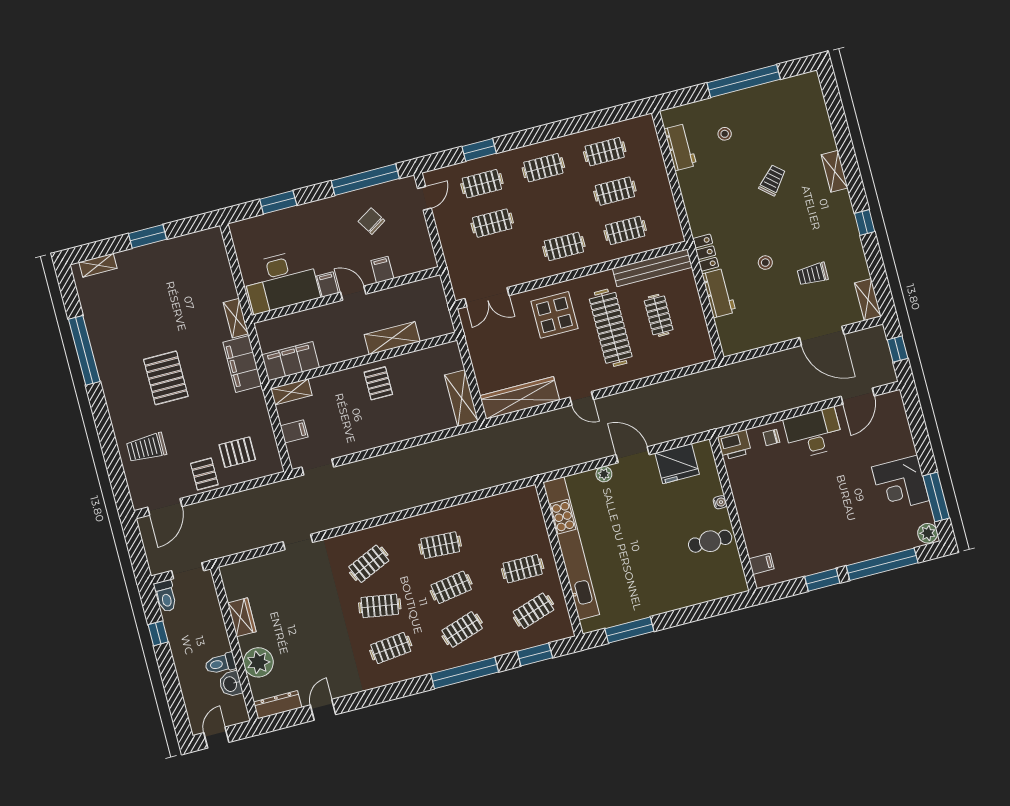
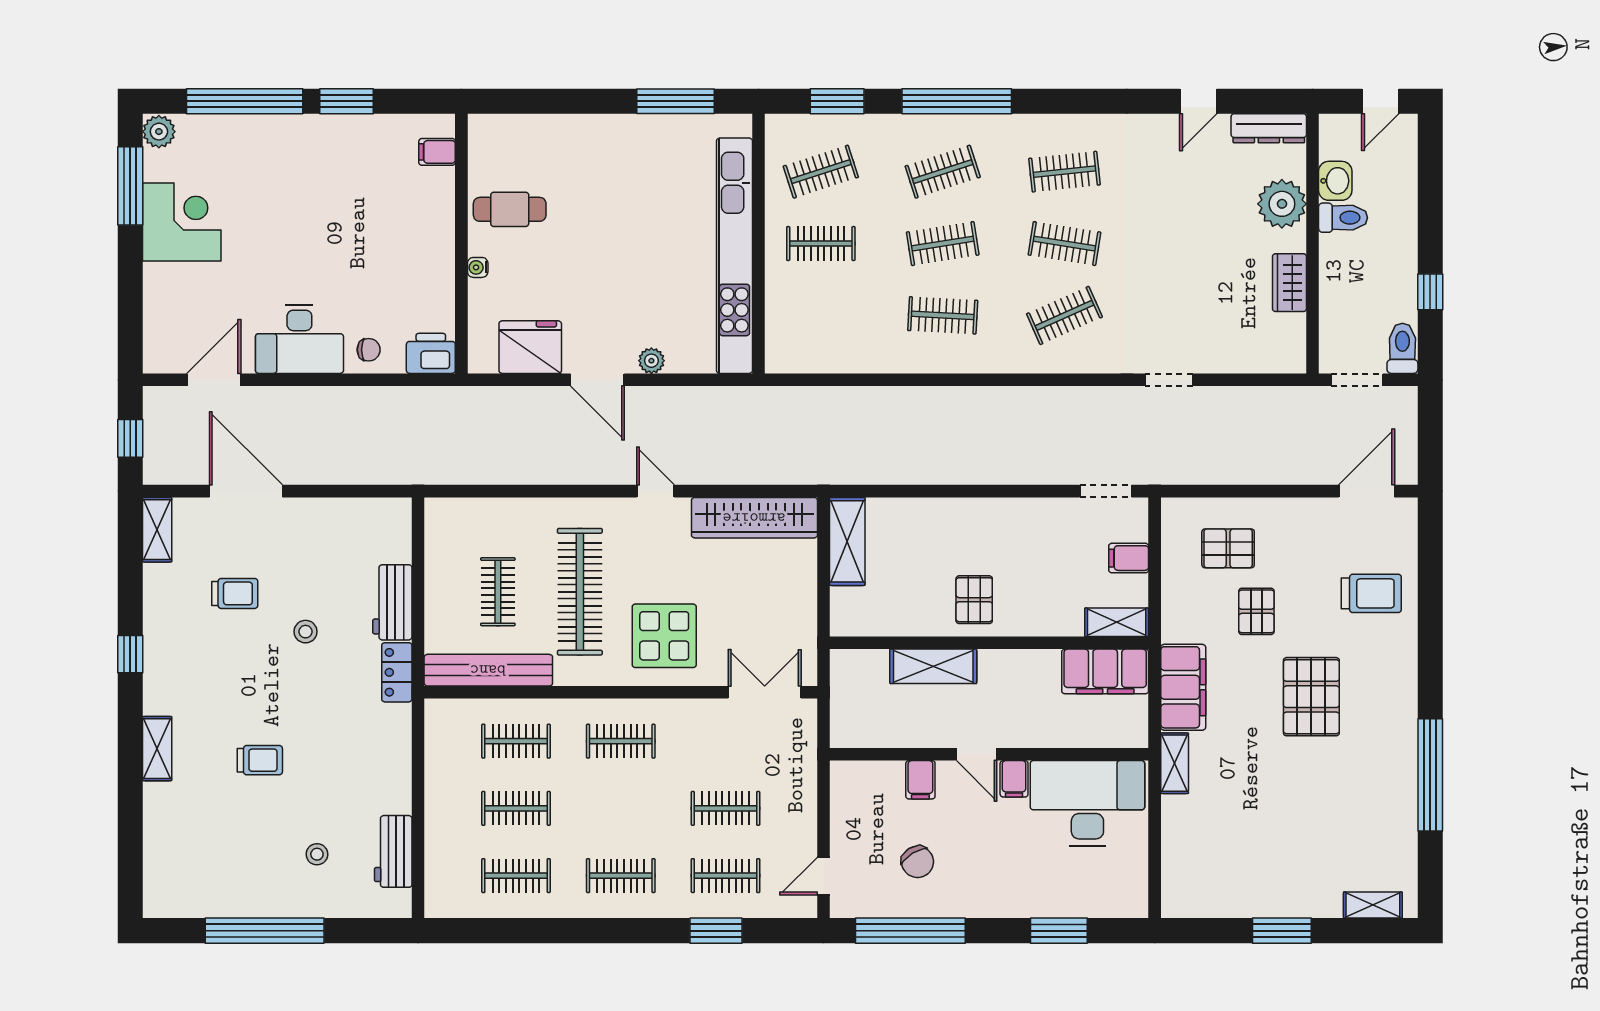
trolley: (772, 180) -> (260, 760), turned -131
pallet: (204, 474) -> (1256, 611), moved

